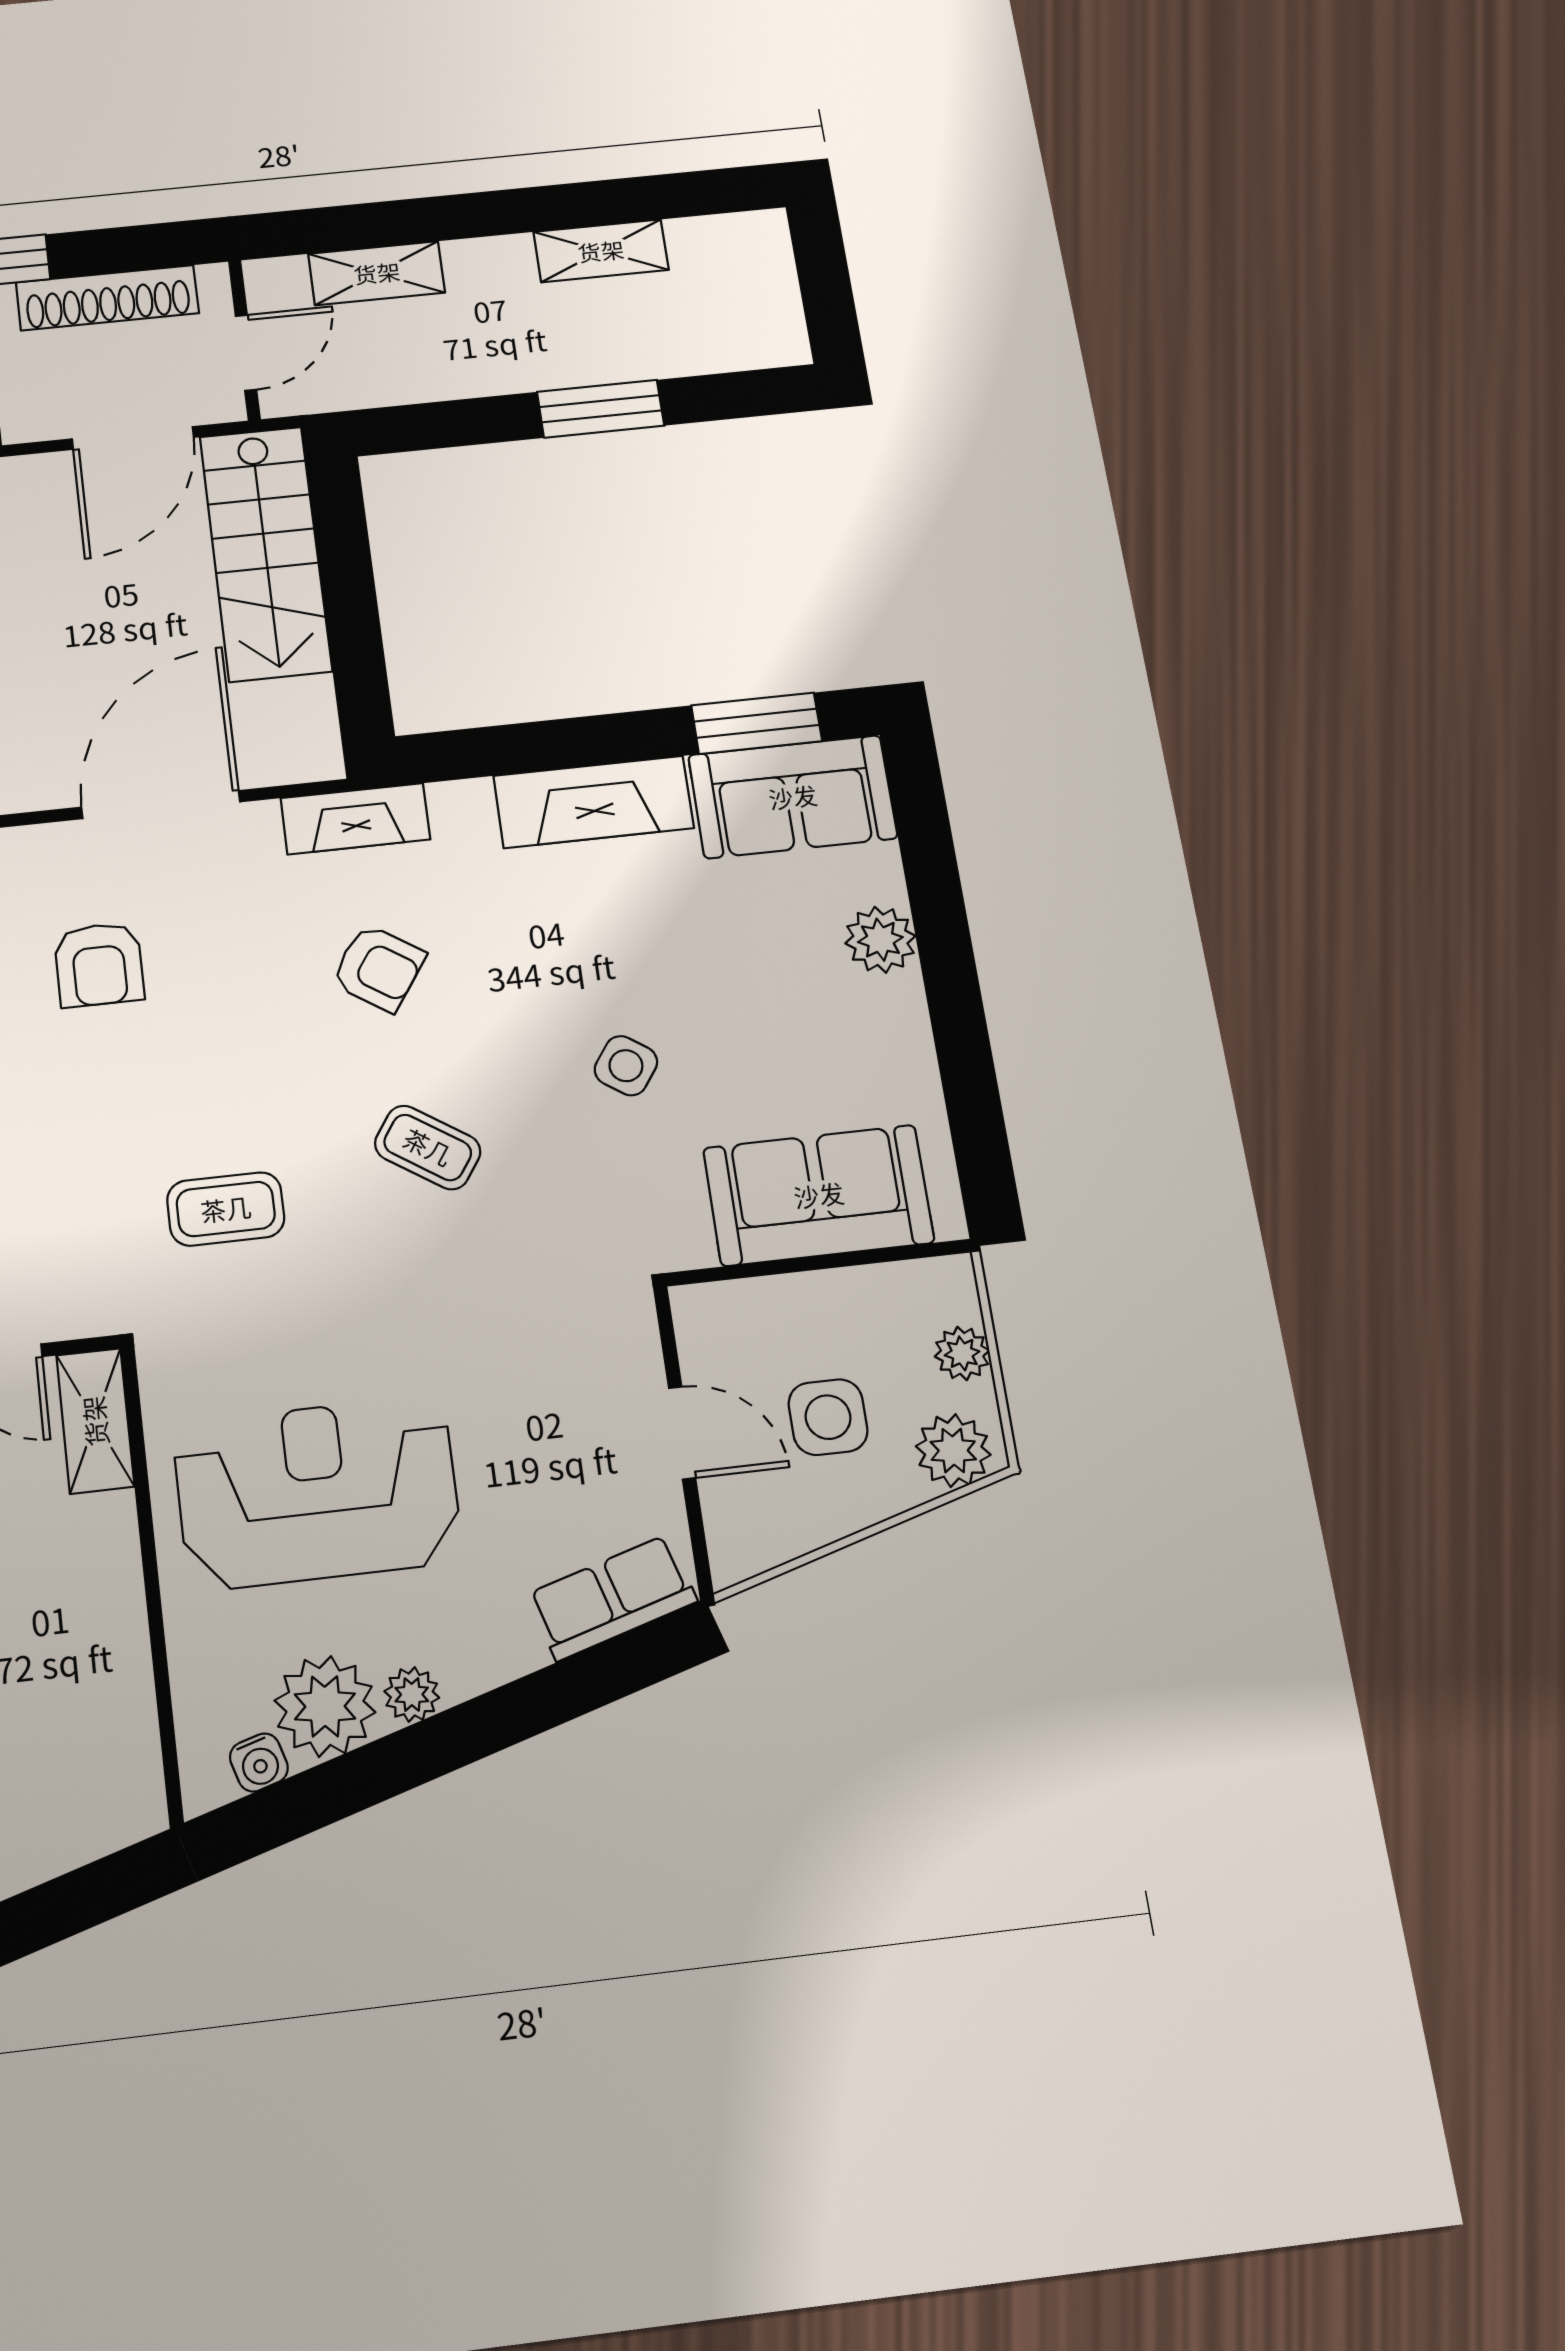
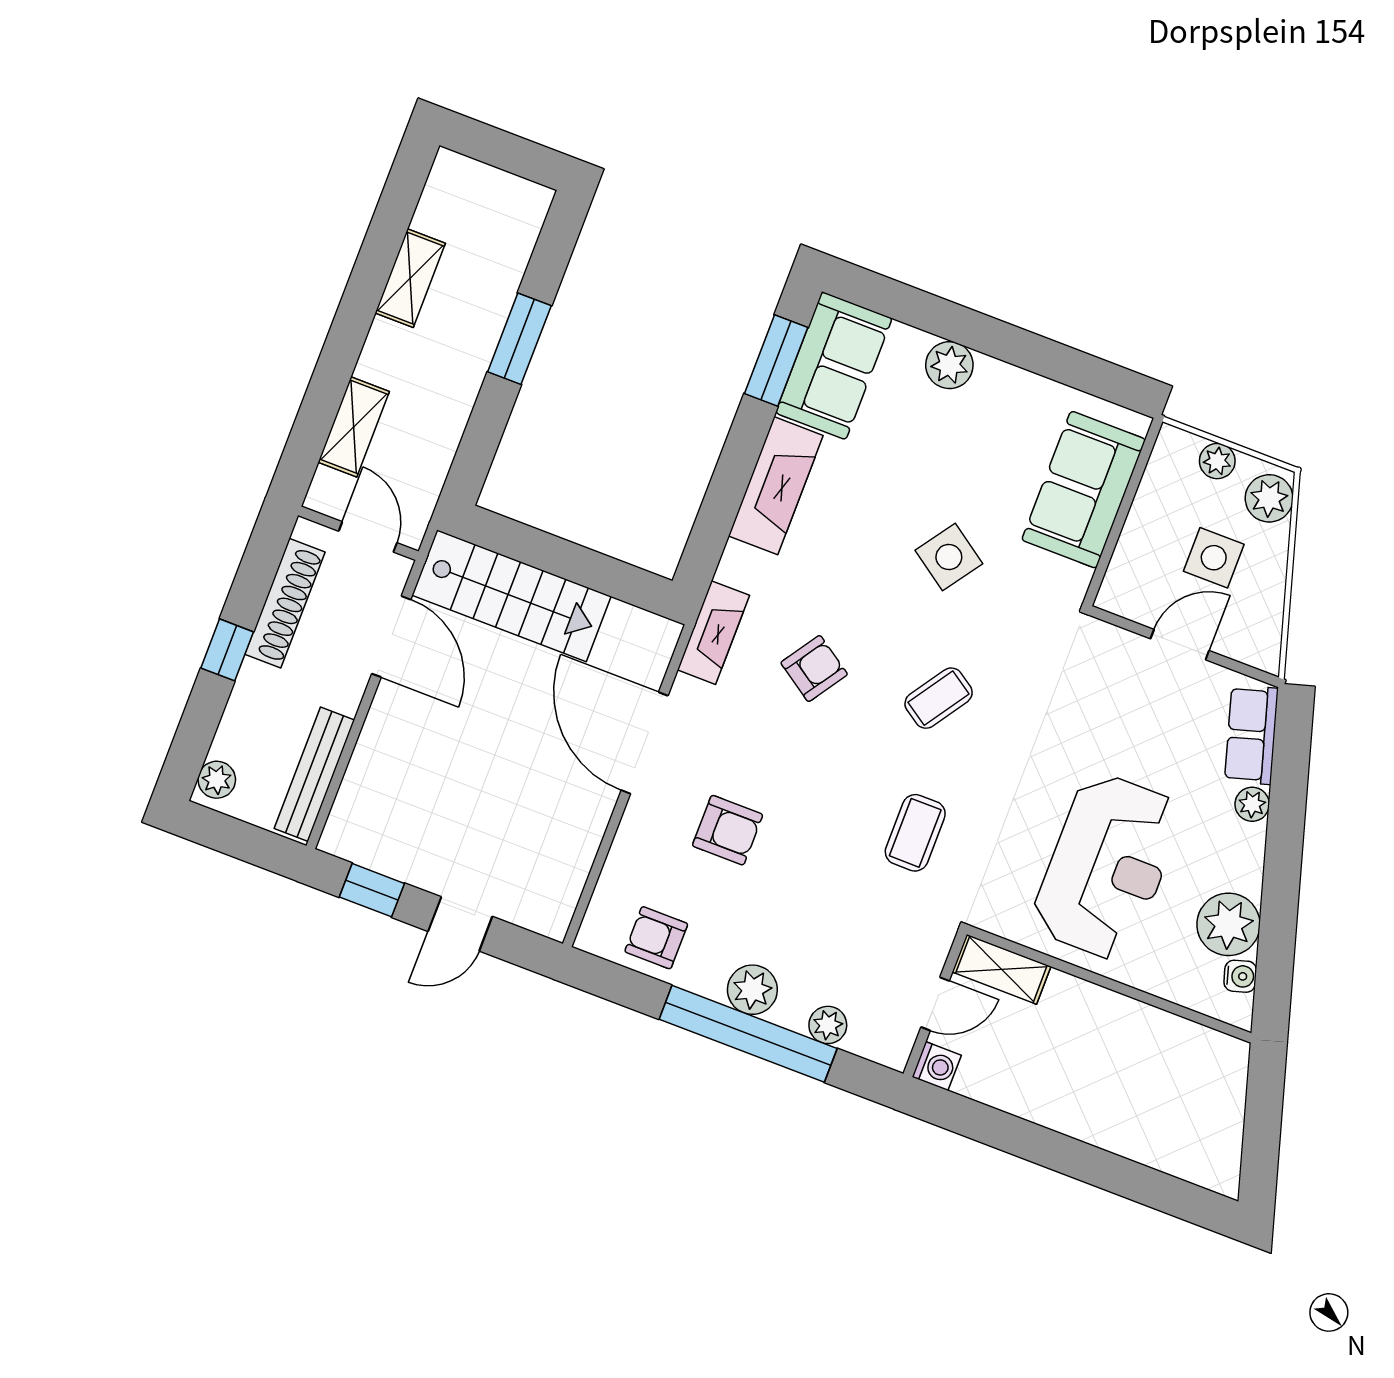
side table: (626, 1066) -> (949, 557), width x1.37, depth x1.37
reception desk: (317, 1492) -> (1107, 867), turned 180
plant: (412, 1694) -> (1252, 804), moved

